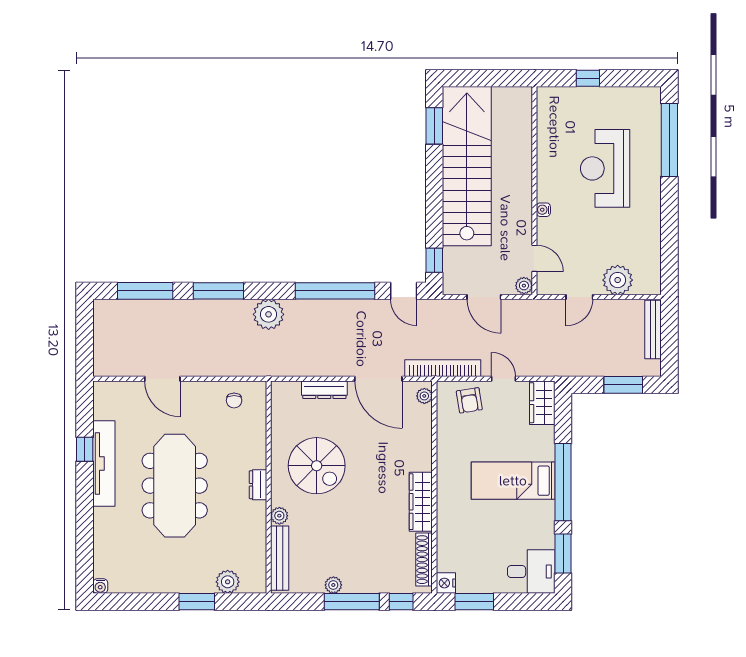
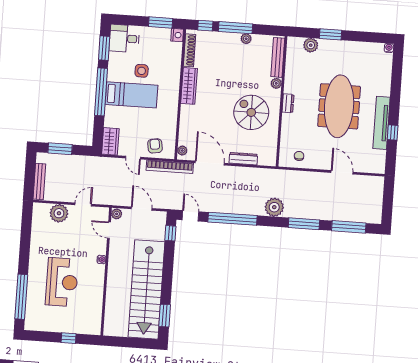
side table: (500, 521) -> (142, 71), added

